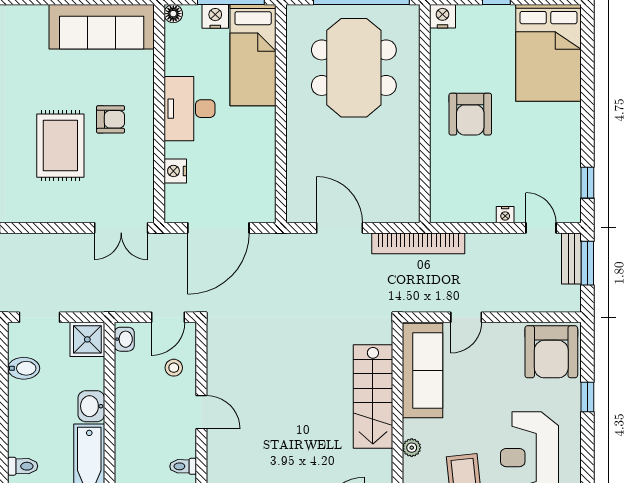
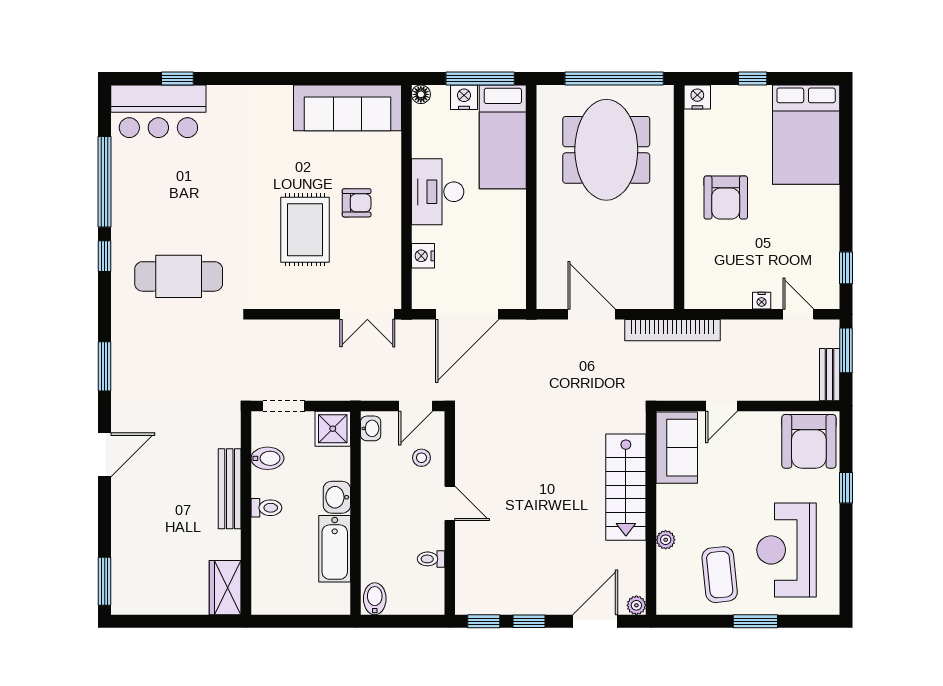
bench: (571, 258) -> (830, 375), moved
sofa: (423, 370) -> (677, 448), width x0.73
toilet: (23, 466) -> (266, 508), moved

